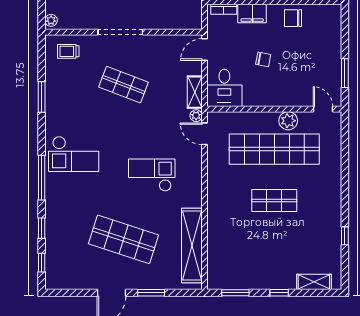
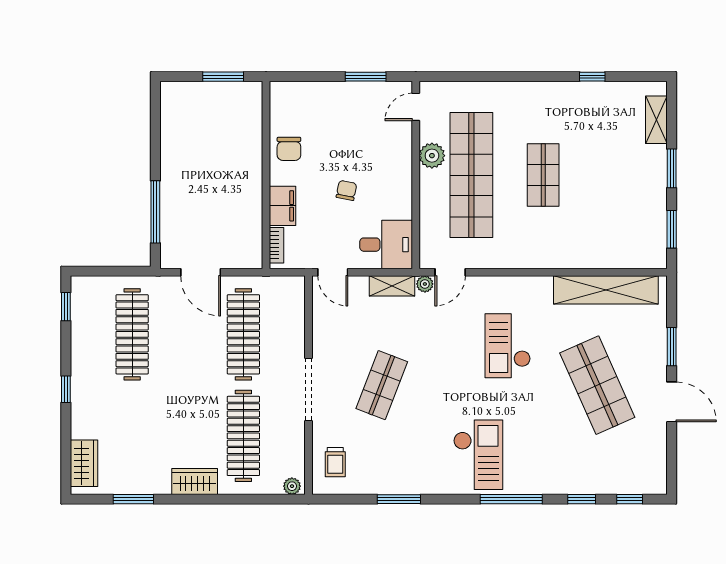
shop shelf: (123, 239) -> (597, 385), turned -42
window: (279, 293) -> (672, 168), width x1.50

